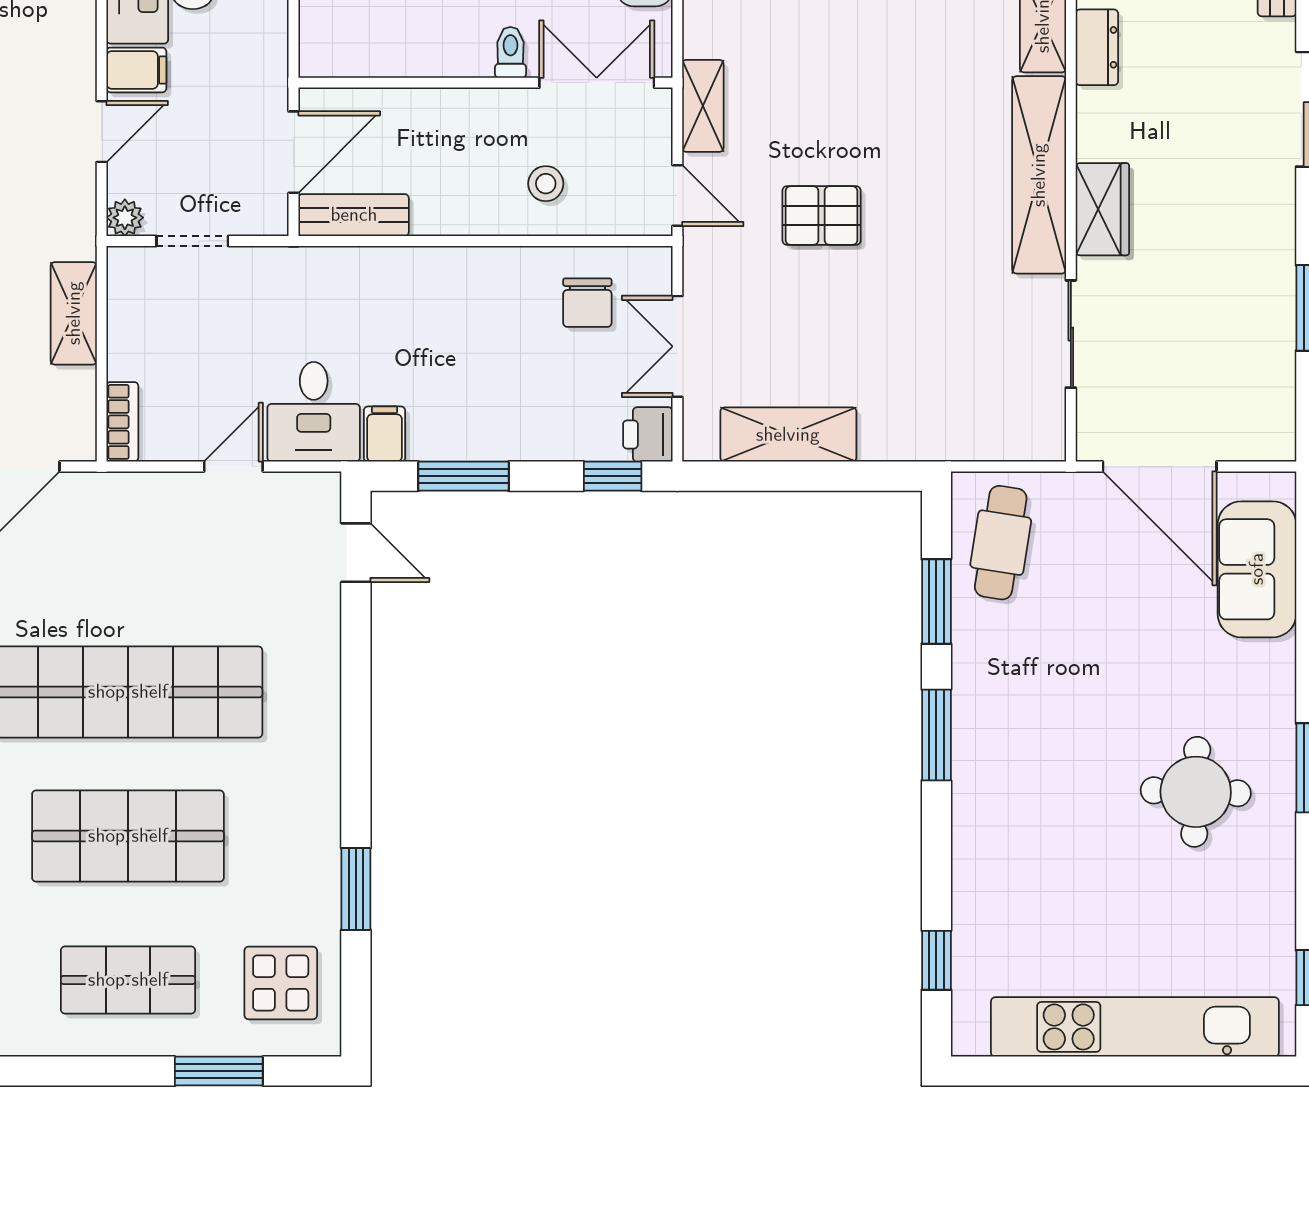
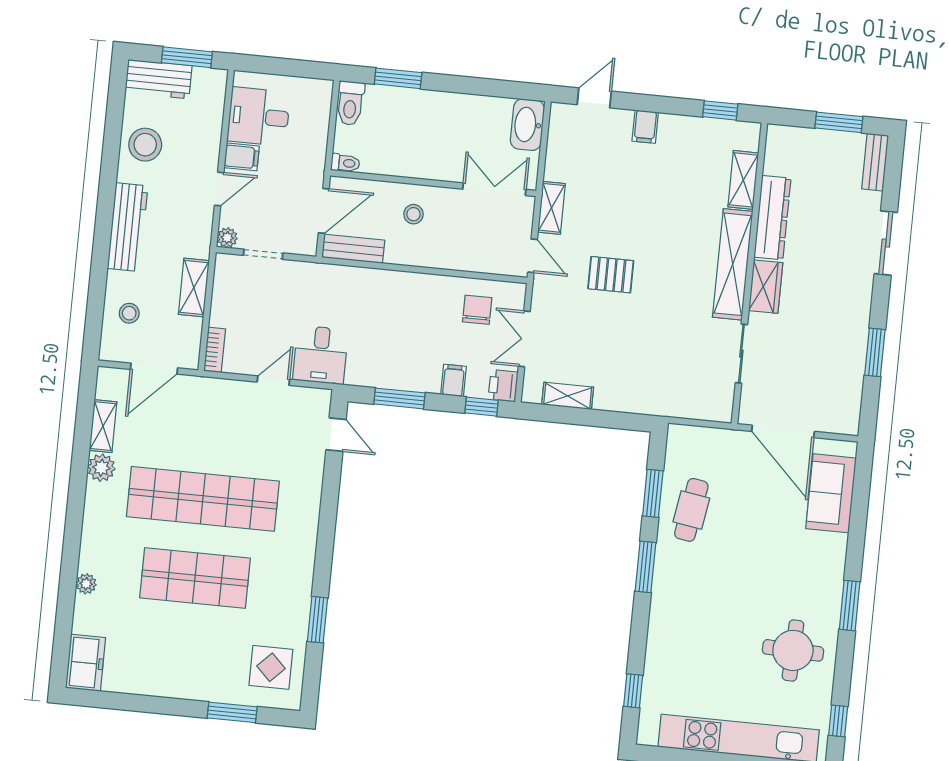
dresser: (1097, 47) -> (772, 218), width x1.96, depth x1.24
toilet: (510, 52) -> (345, 163), moved, turned 90
stool: (546, 184) -> (414, 214), moved
chair: (587, 303) -> (477, 310), turned 180
filing cabinet: (384, 434) -> (454, 380), moved
shelving: (788, 435) -> (568, 396), width x0.67, depth x0.75
cafe table: (1001, 543) -> (691, 510), moved
round table: (1196, 792) -> (793, 650), moved
shop shelf: (128, 980) -> (187, 657), removed

